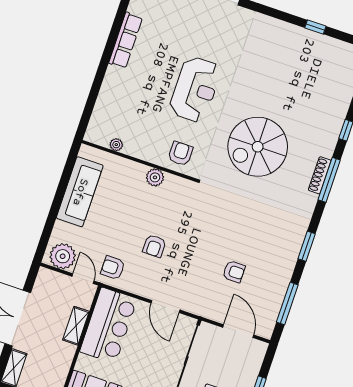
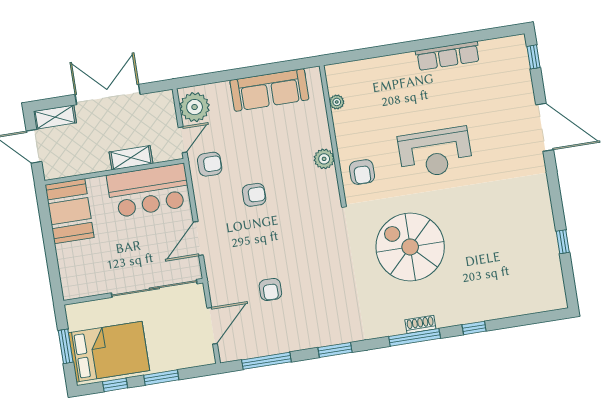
armchair: (180, 154) -> (362, 172), turned 90
shoe rack: (320, 175) -> (420, 324), width x0.70
armchair: (154, 246) -> (254, 195), turned 180
armchair: (113, 268) -> (210, 164), turned 90

